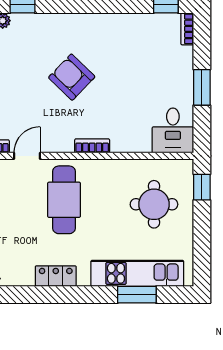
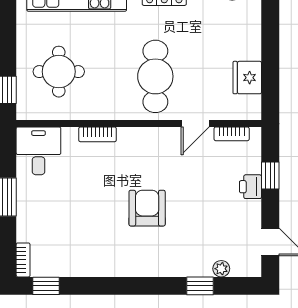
armchair: (72, 77) -> (147, 208), turned -134
bookcase: (92, 146) -> (97, 134), moved

